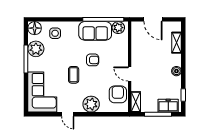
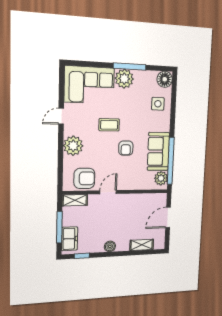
plant: (36, 49) -> (124, 79), moved

